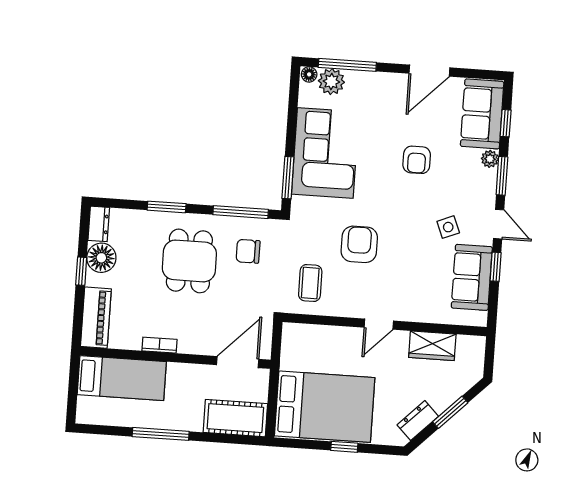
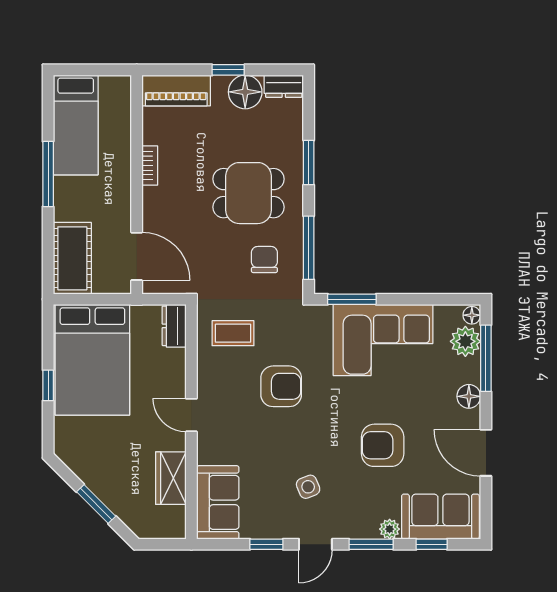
floor lamp: (379, 82) -> (469, 396), added
armchair: (417, 160) -> (383, 445), width x1.38, depth x1.38
sofa: (472, 277) -> (218, 502), moved, turned 90
bed: (122, 378) -> (76, 125), moved
dresser: (418, 421) -> (174, 326), moved, turned -135

